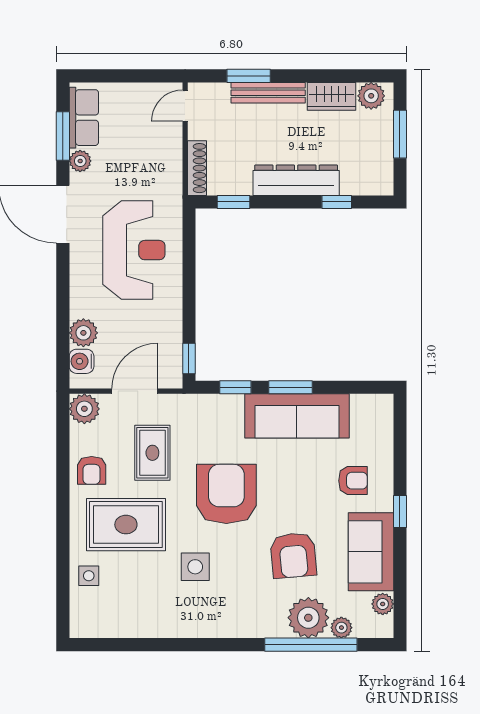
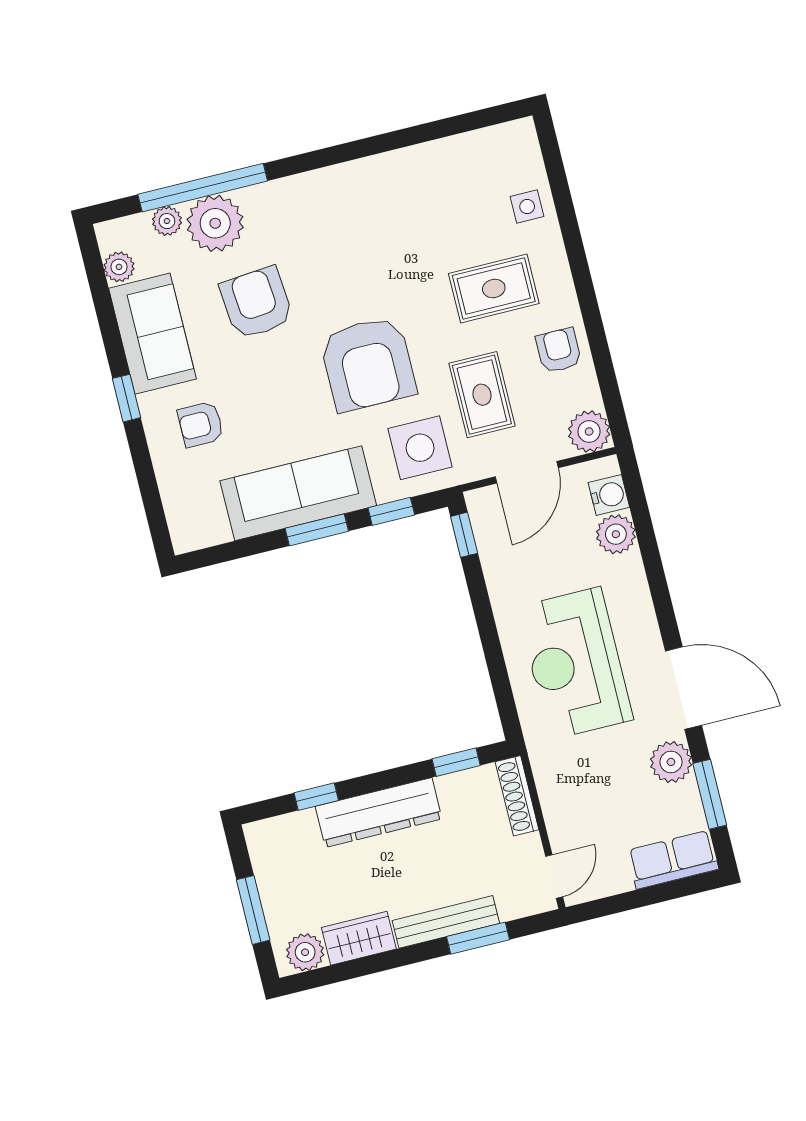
row of seats: (84, 118) -> (673, 860), moved, turned 90
plant: (80, 161) -> (671, 762), width x1.38, depth x1.38
rug: (126, 525) -> (494, 289), width x0.73, depth x0.70
side table: (195, 567) -> (420, 448), moved, width x1.37, depth x1.37

